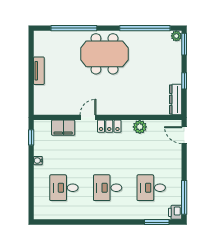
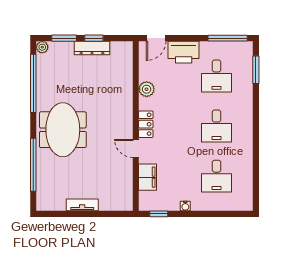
window: (184, 44) -> (64, 38), moved
dresser: (176, 99) -> (92, 48), moved
printer: (175, 212) -> (184, 52), moved, width x1.87, depth x1.48

